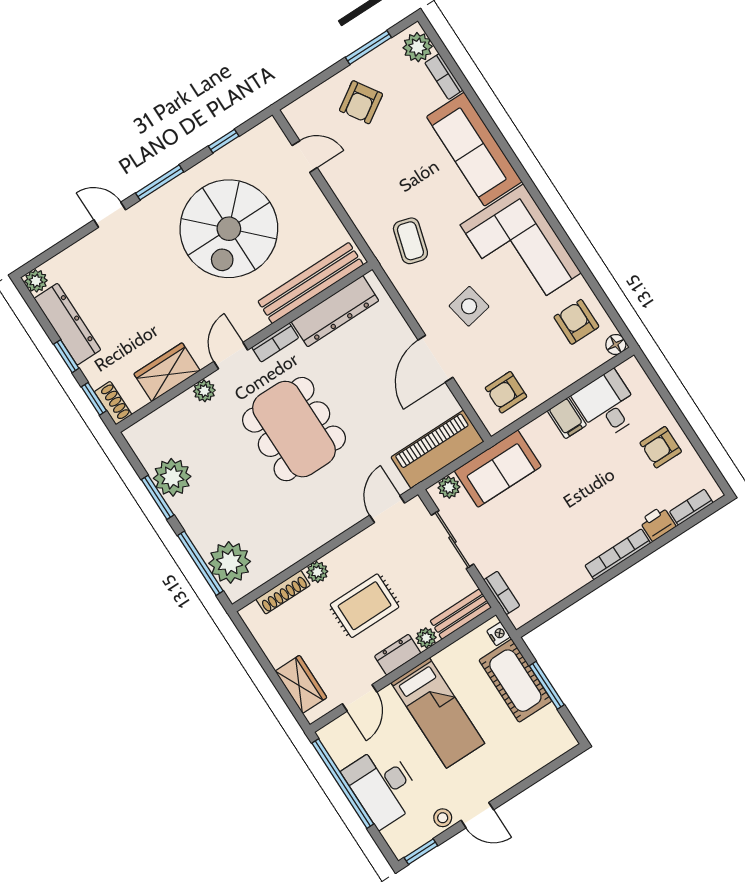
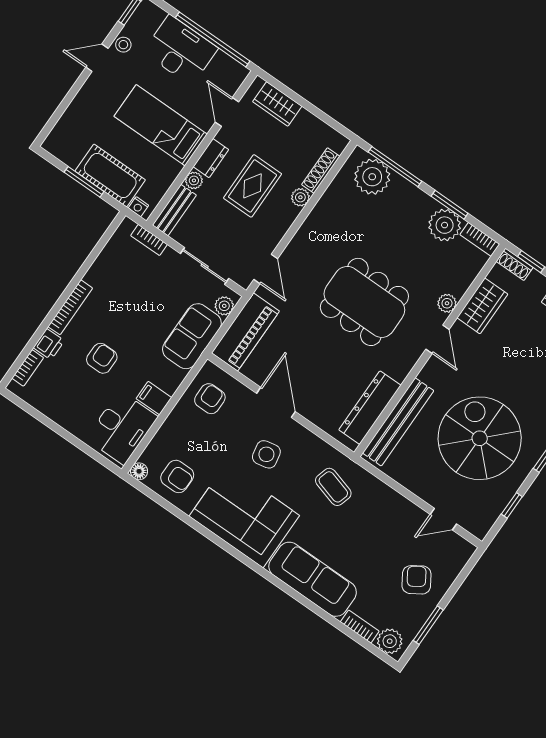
bookcase: (275, 343) -> (480, 239), moved, turned -90
desk: (607, 405) -> (122, 428), width x1.37
armchair: (661, 447) -> (102, 358), moved

